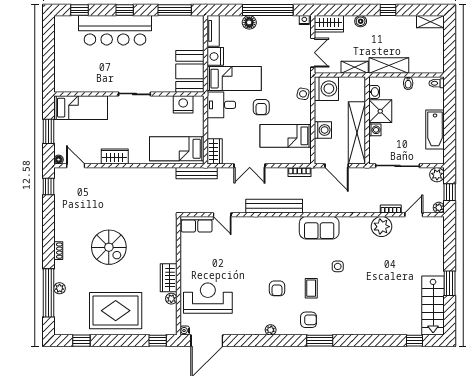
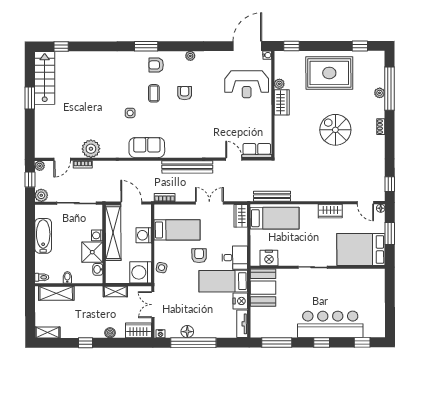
floor lamp: (249, 22) -> (187, 332), moved
shelving: (389, 65) -> (56, 293), moved
bed: (81, 108) -> (361, 250), width x1.50
bench: (197, 173) -> (272, 196), moved

